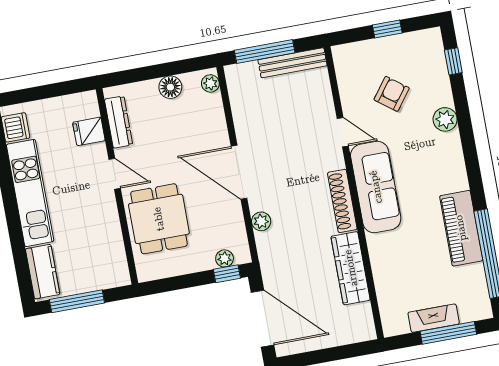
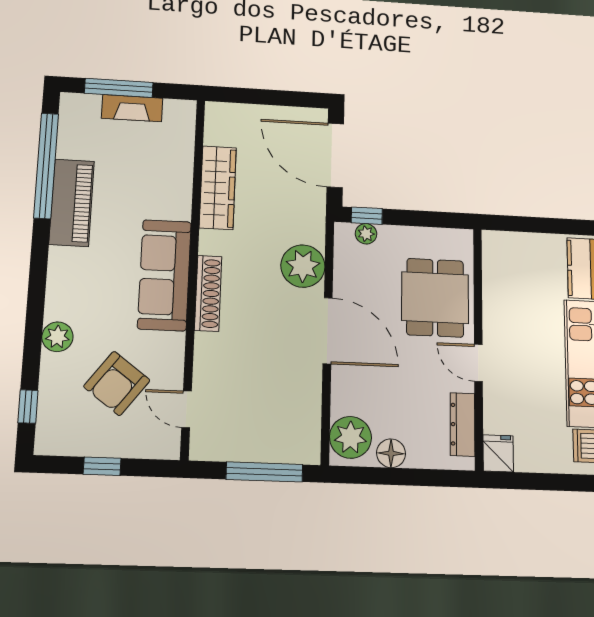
bench: (293, 63) -> (232, 450), removed
plant: (210, 83) -> (350, 437), width x1.87, depth x1.87
armchair: (392, 94) -> (117, 383), width x1.38, depth x1.38
fridge: (89, 131) -> (498, 453), moved, turned -90
door: (343, 132) -> (187, 409), moved
shoe rack: (342, 201) -> (208, 293), moved
plant: (261, 221) -> (303, 266), width x1.87, depth x1.87
window: (77, 301) -> (548, 226), removed

